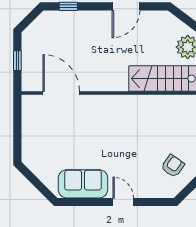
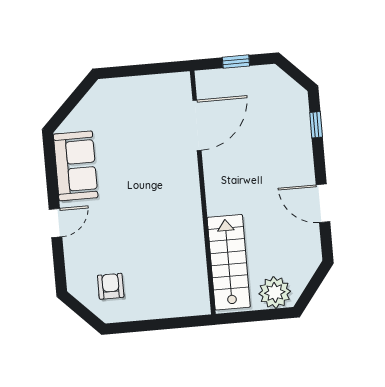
armchair: (173, 166) -> (111, 286), turned -125

